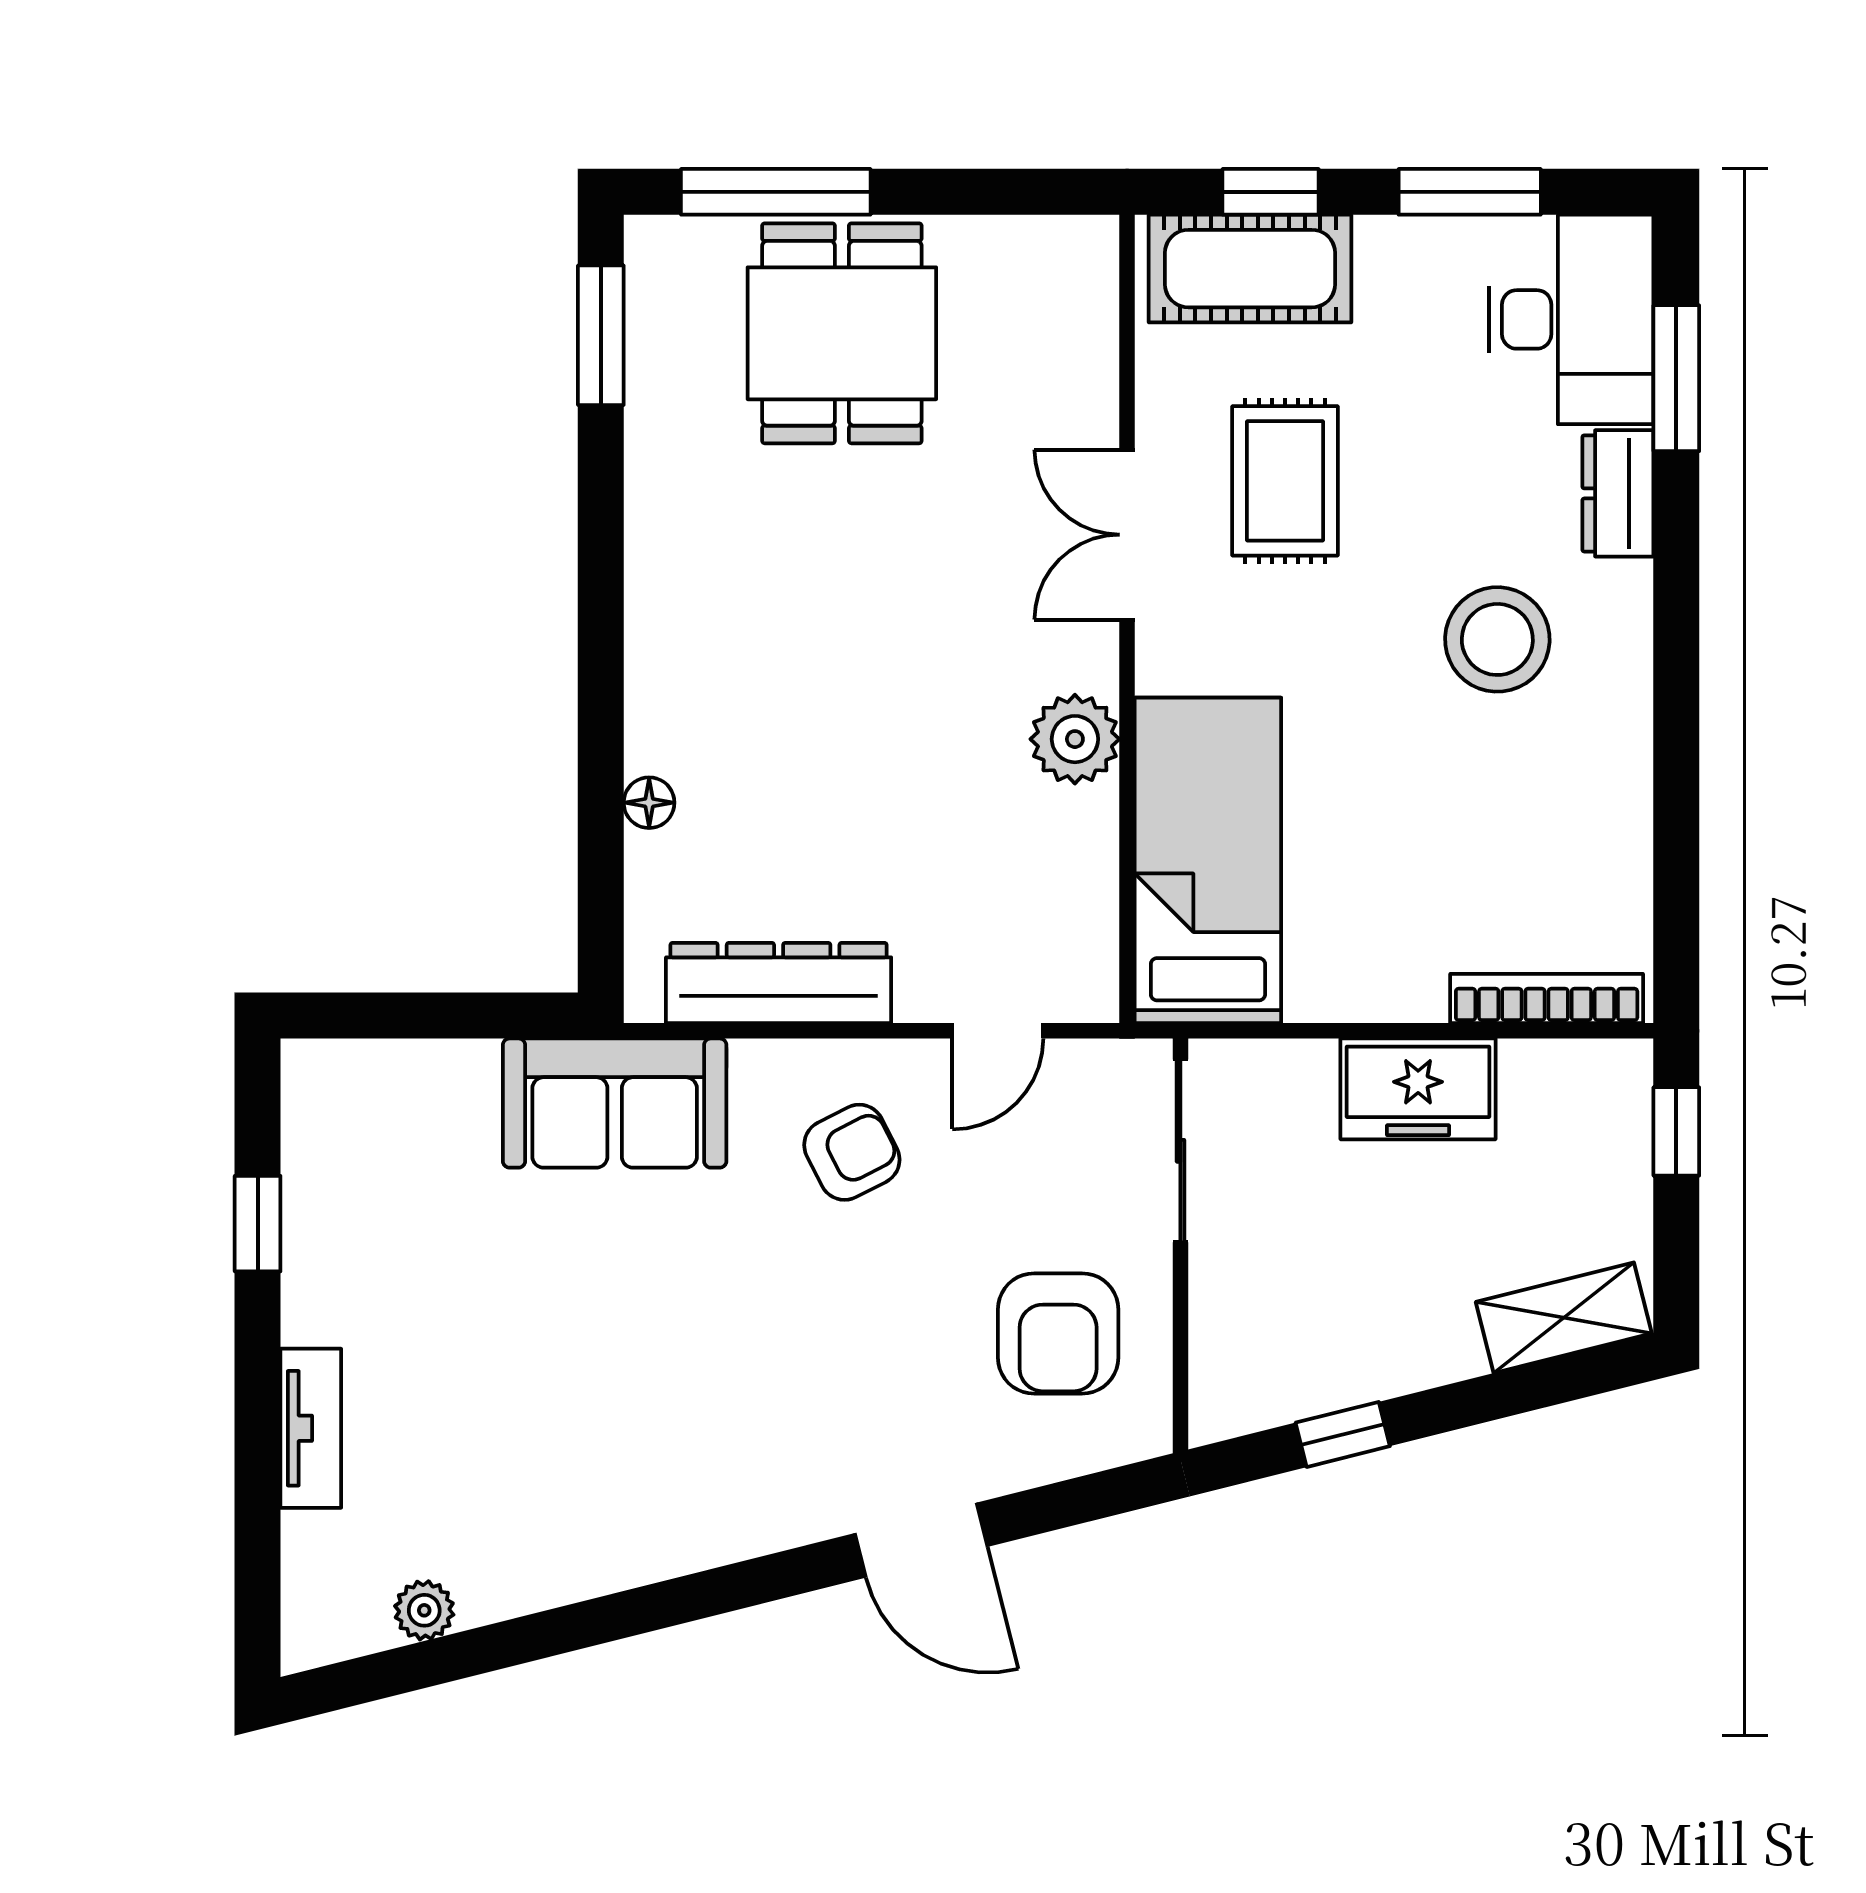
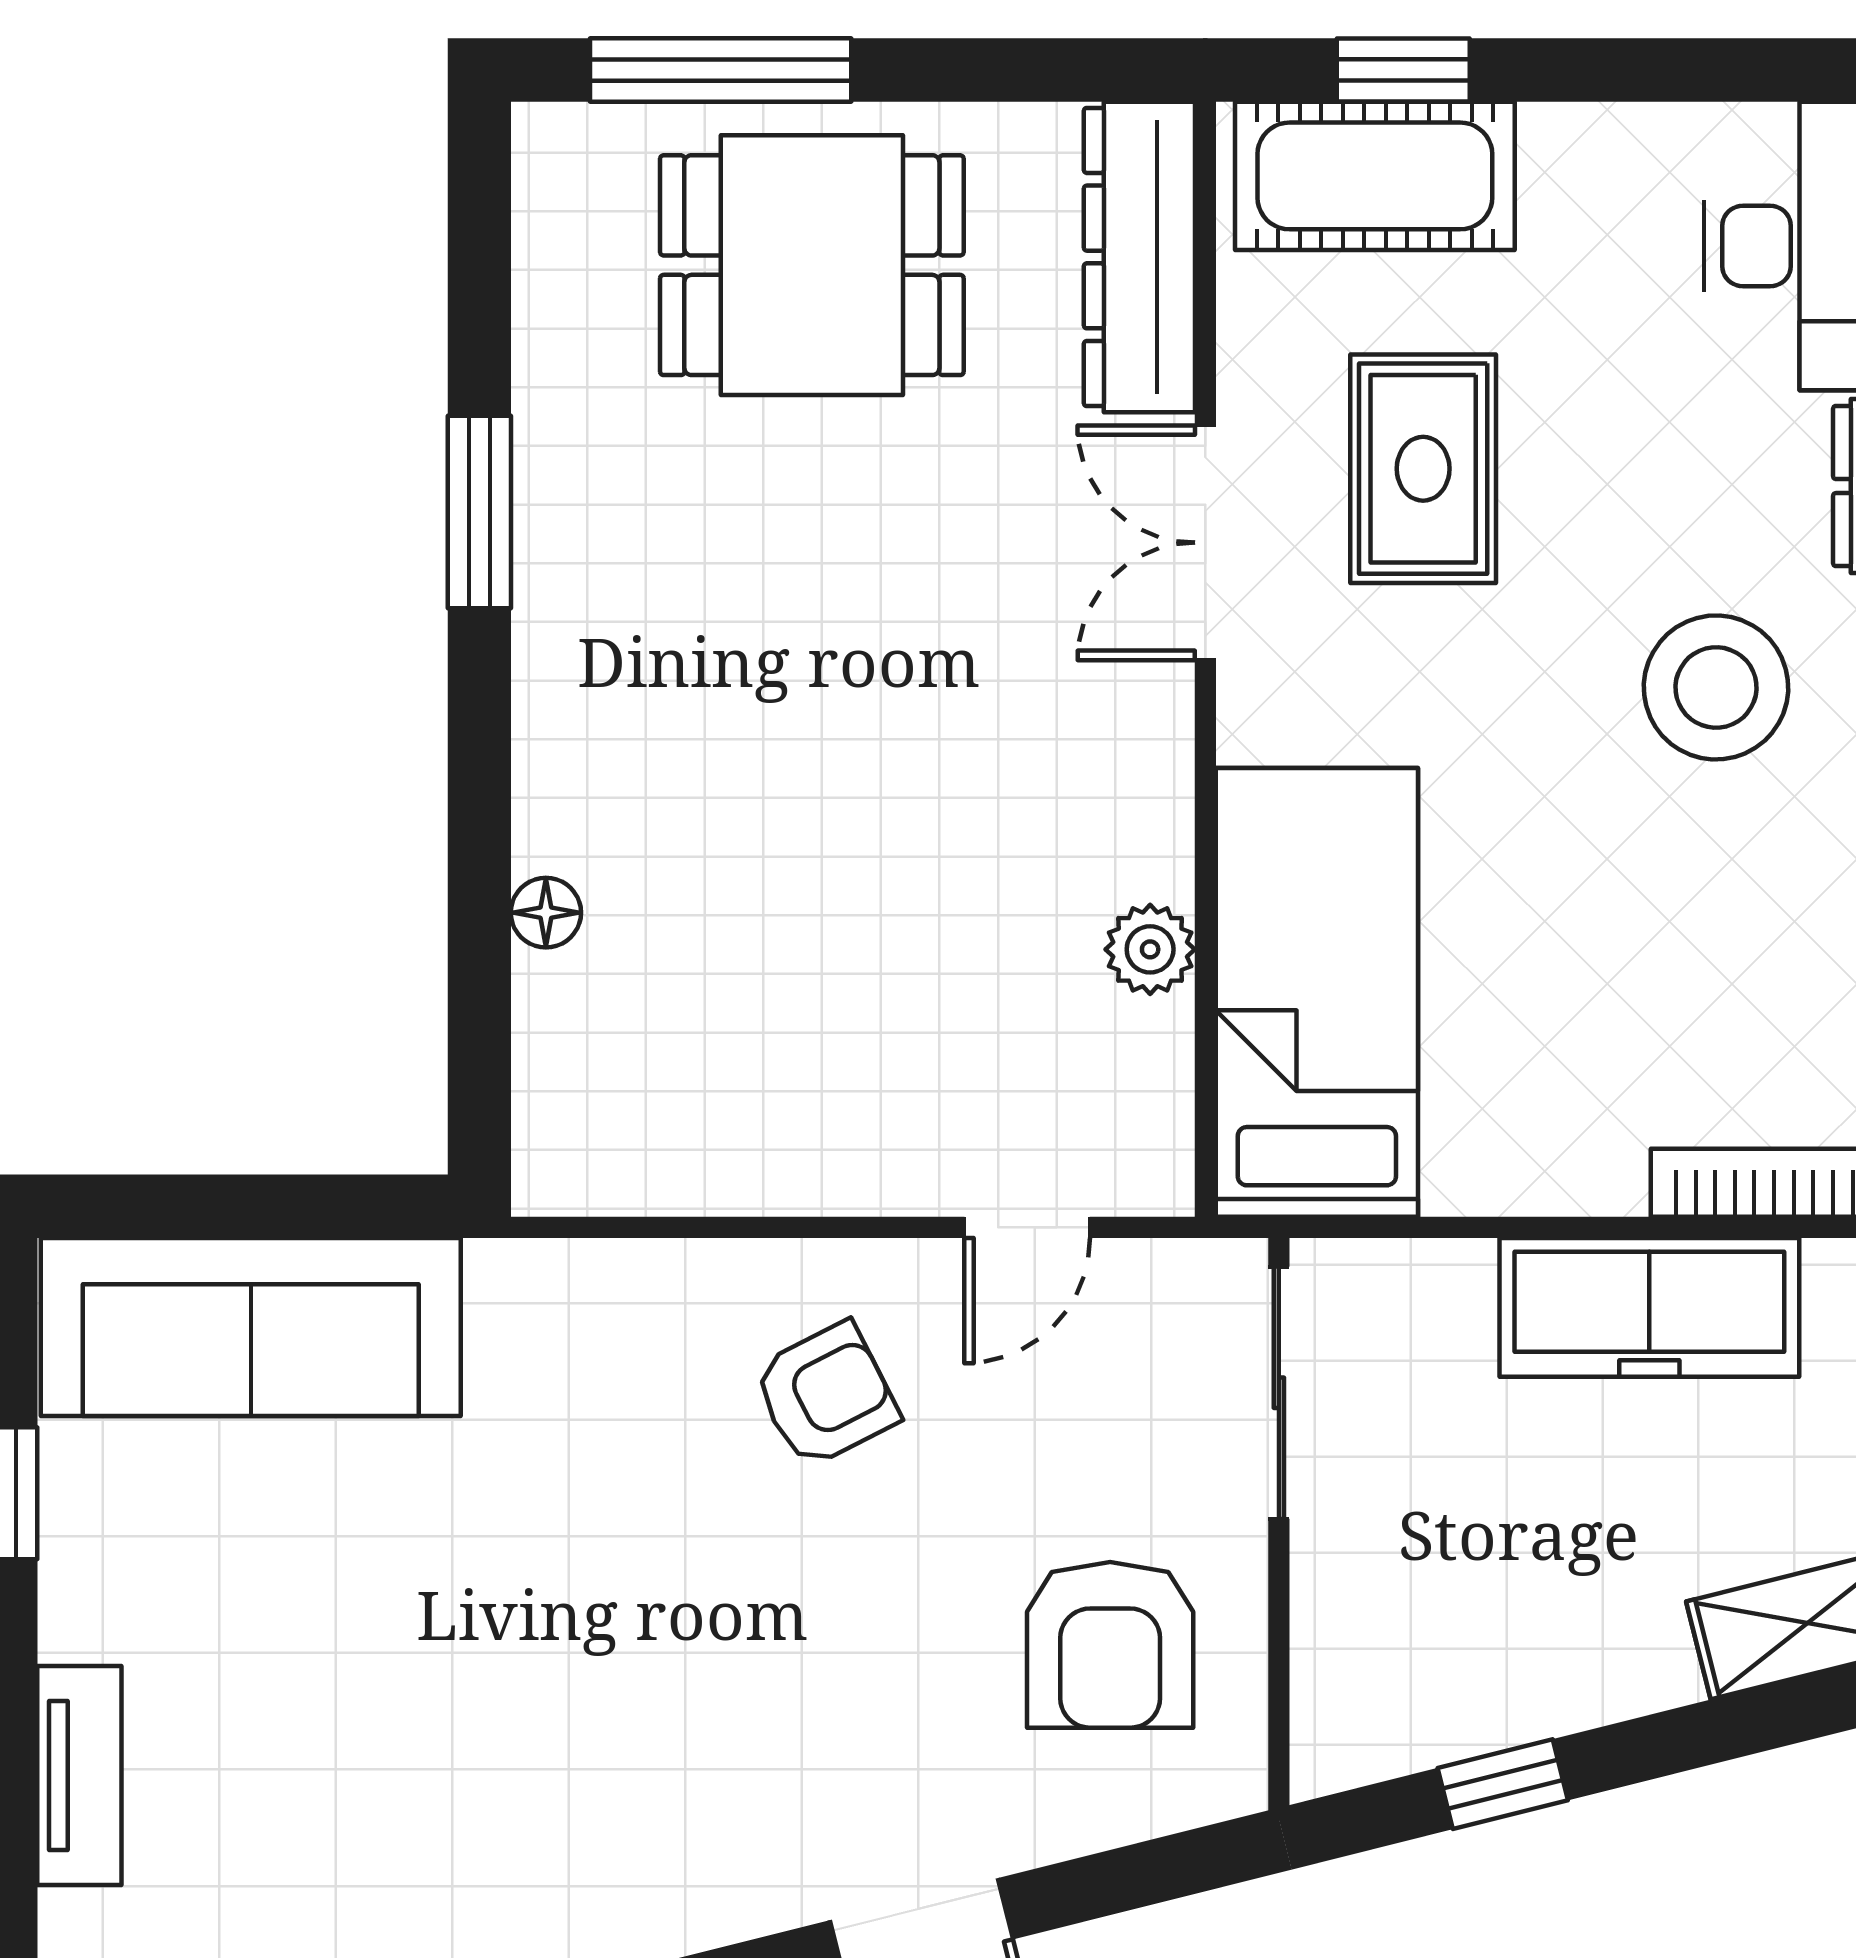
window: (1470, 192) -> (1678, 70), removed
dining table: (842, 333) -> (812, 265), turned 90
window: (601, 335) -> (479, 512), moved
plant: (1075, 739) -> (1150, 949), moved, width x0.73, depth x0.73
dresser: (779, 983) -> (1139, 257), moved, turned -90
freezer: (1418, 1089) -> (1649, 1307), width x1.40
sofa: (615, 1103) -> (251, 1327), moved, width x1.36

